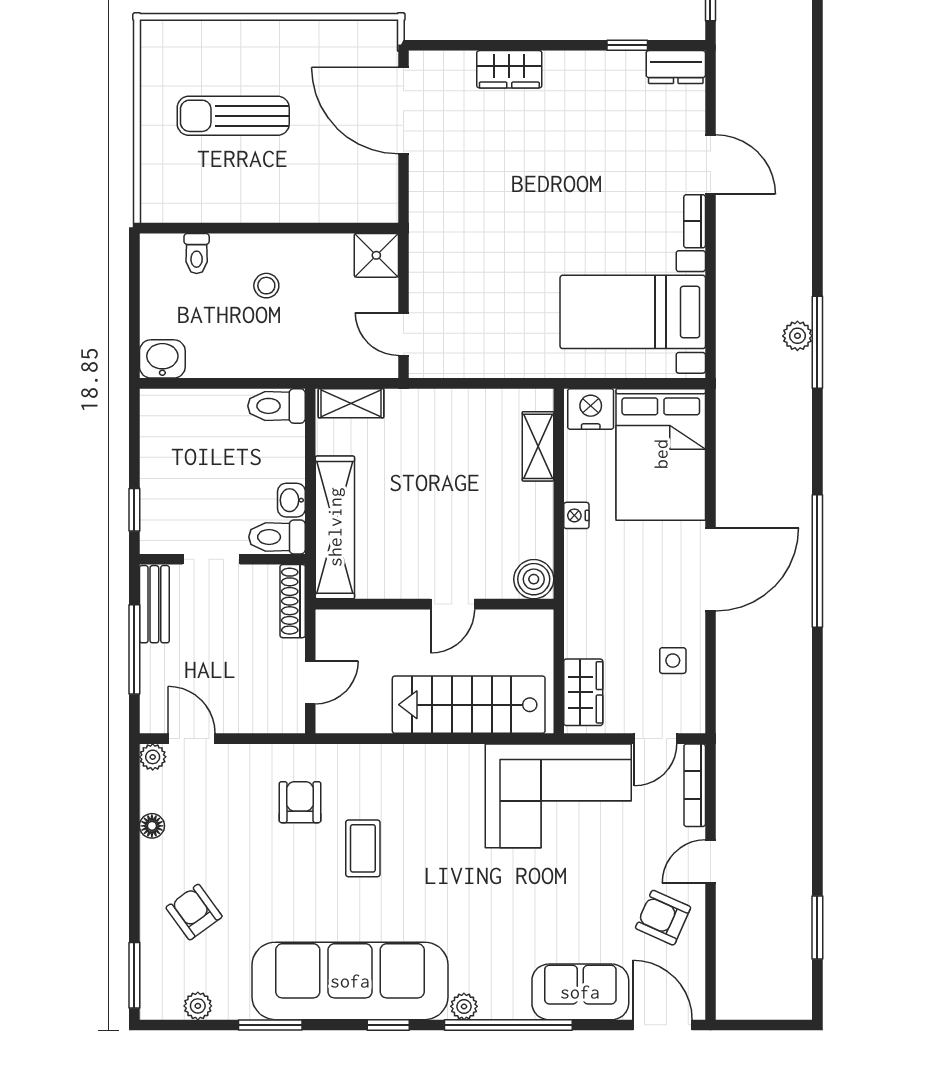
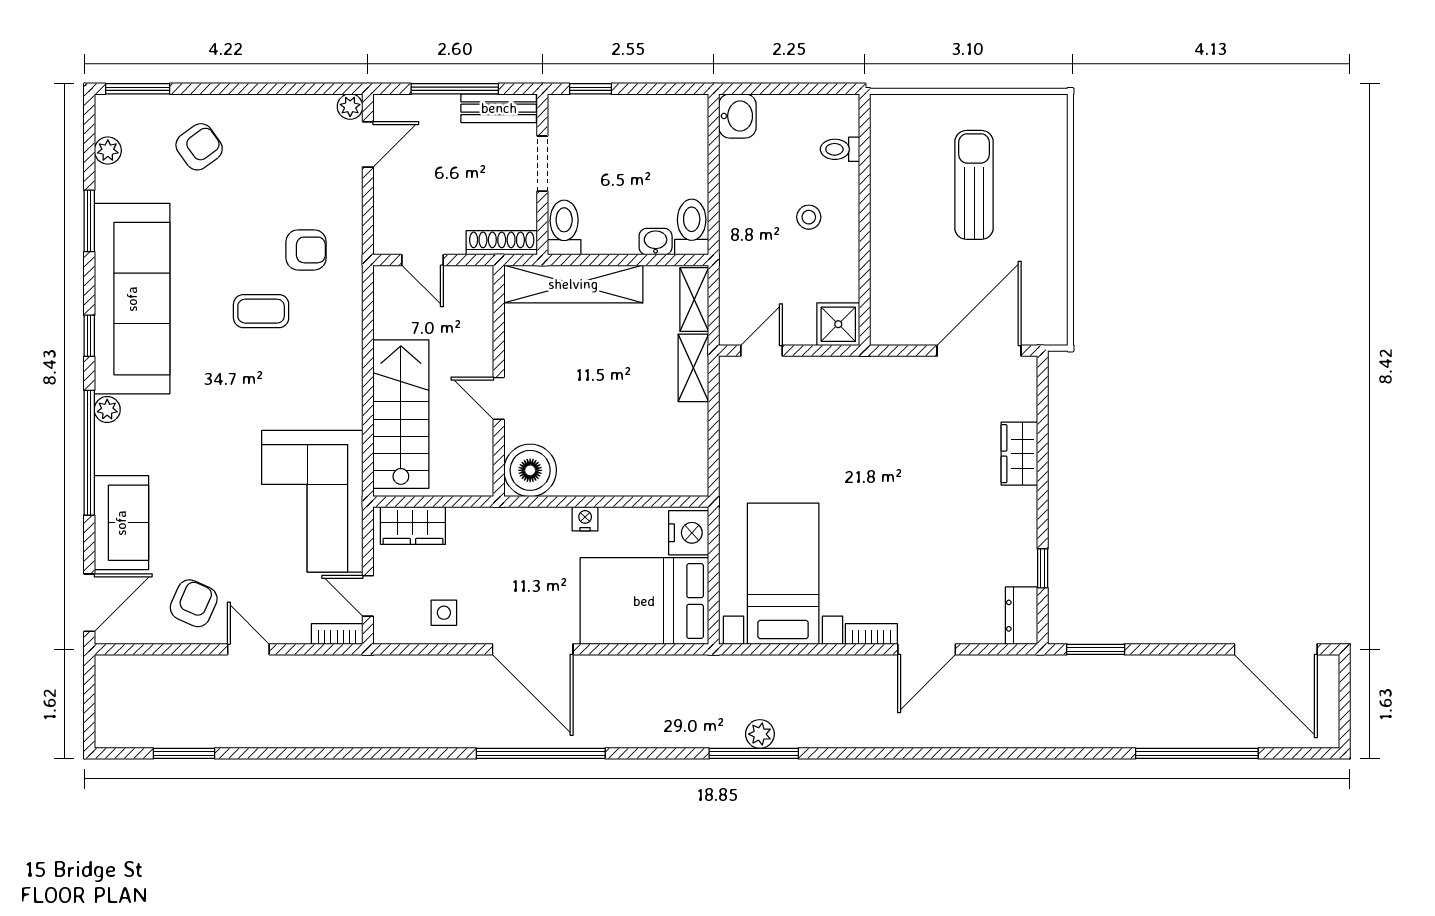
shelving: (538, 446) -> (693, 368), moved, turned 90
washbasin: (291, 500) -> (656, 242), moved
boiler: (534, 579) -> (530, 470), width x1.37, depth x1.37
bookcase: (695, 785) -> (337, 634), width x0.64
floor lamp: (152, 826) -> (283, 106), removed

